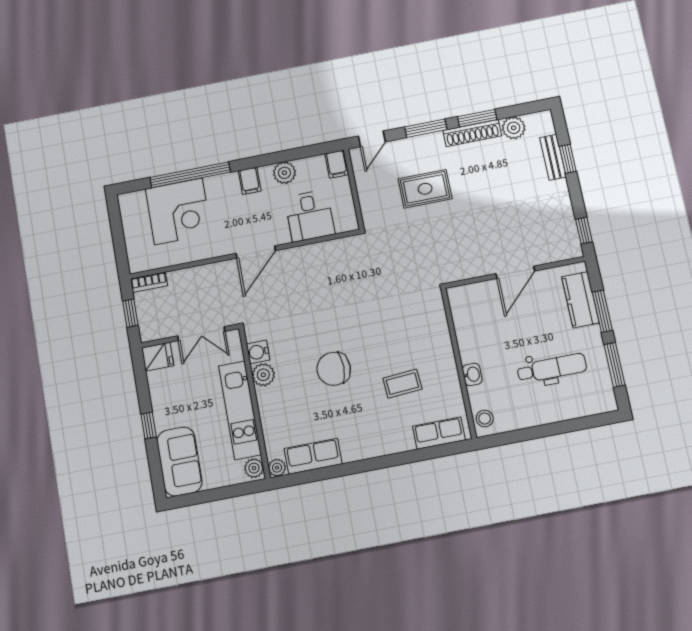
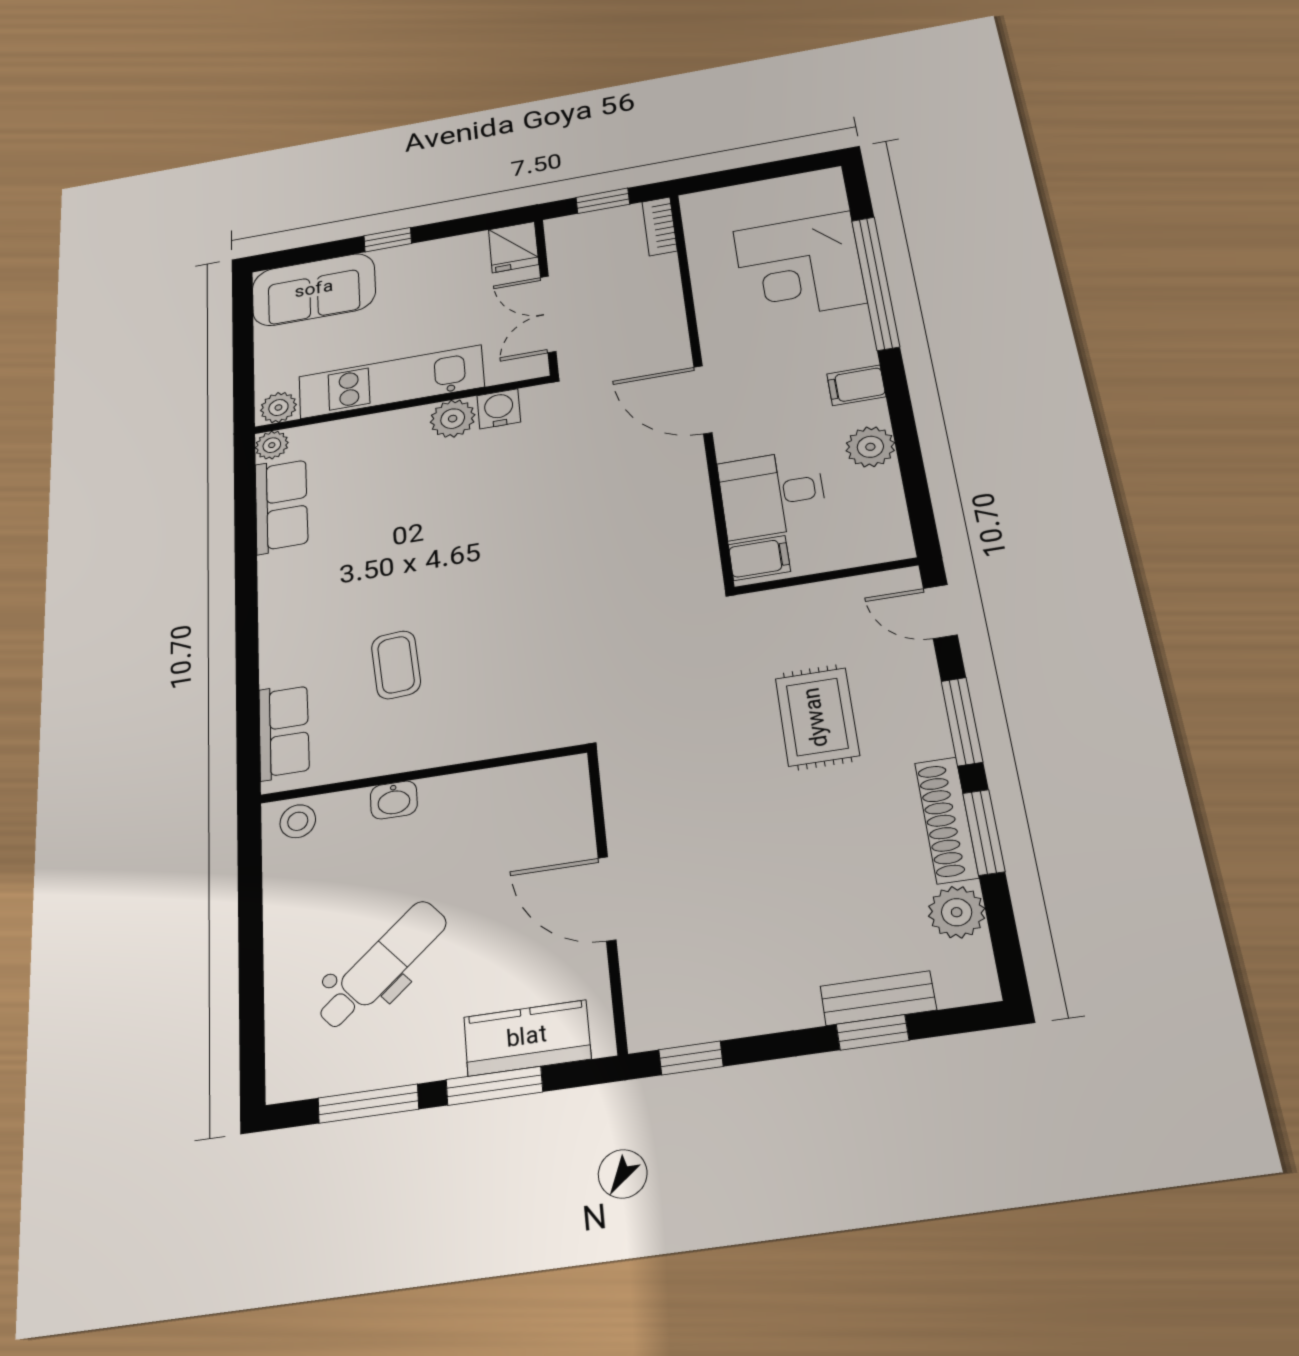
filing cabinet: (337, 164) -> (759, 558), moved, turned 180
dental chair: (552, 368) -> (382, 965), turned -131
chair: (334, 369) -> (446, 540), removed

